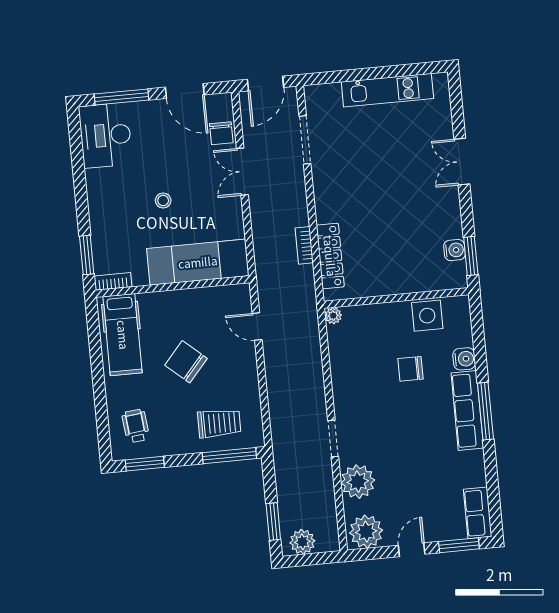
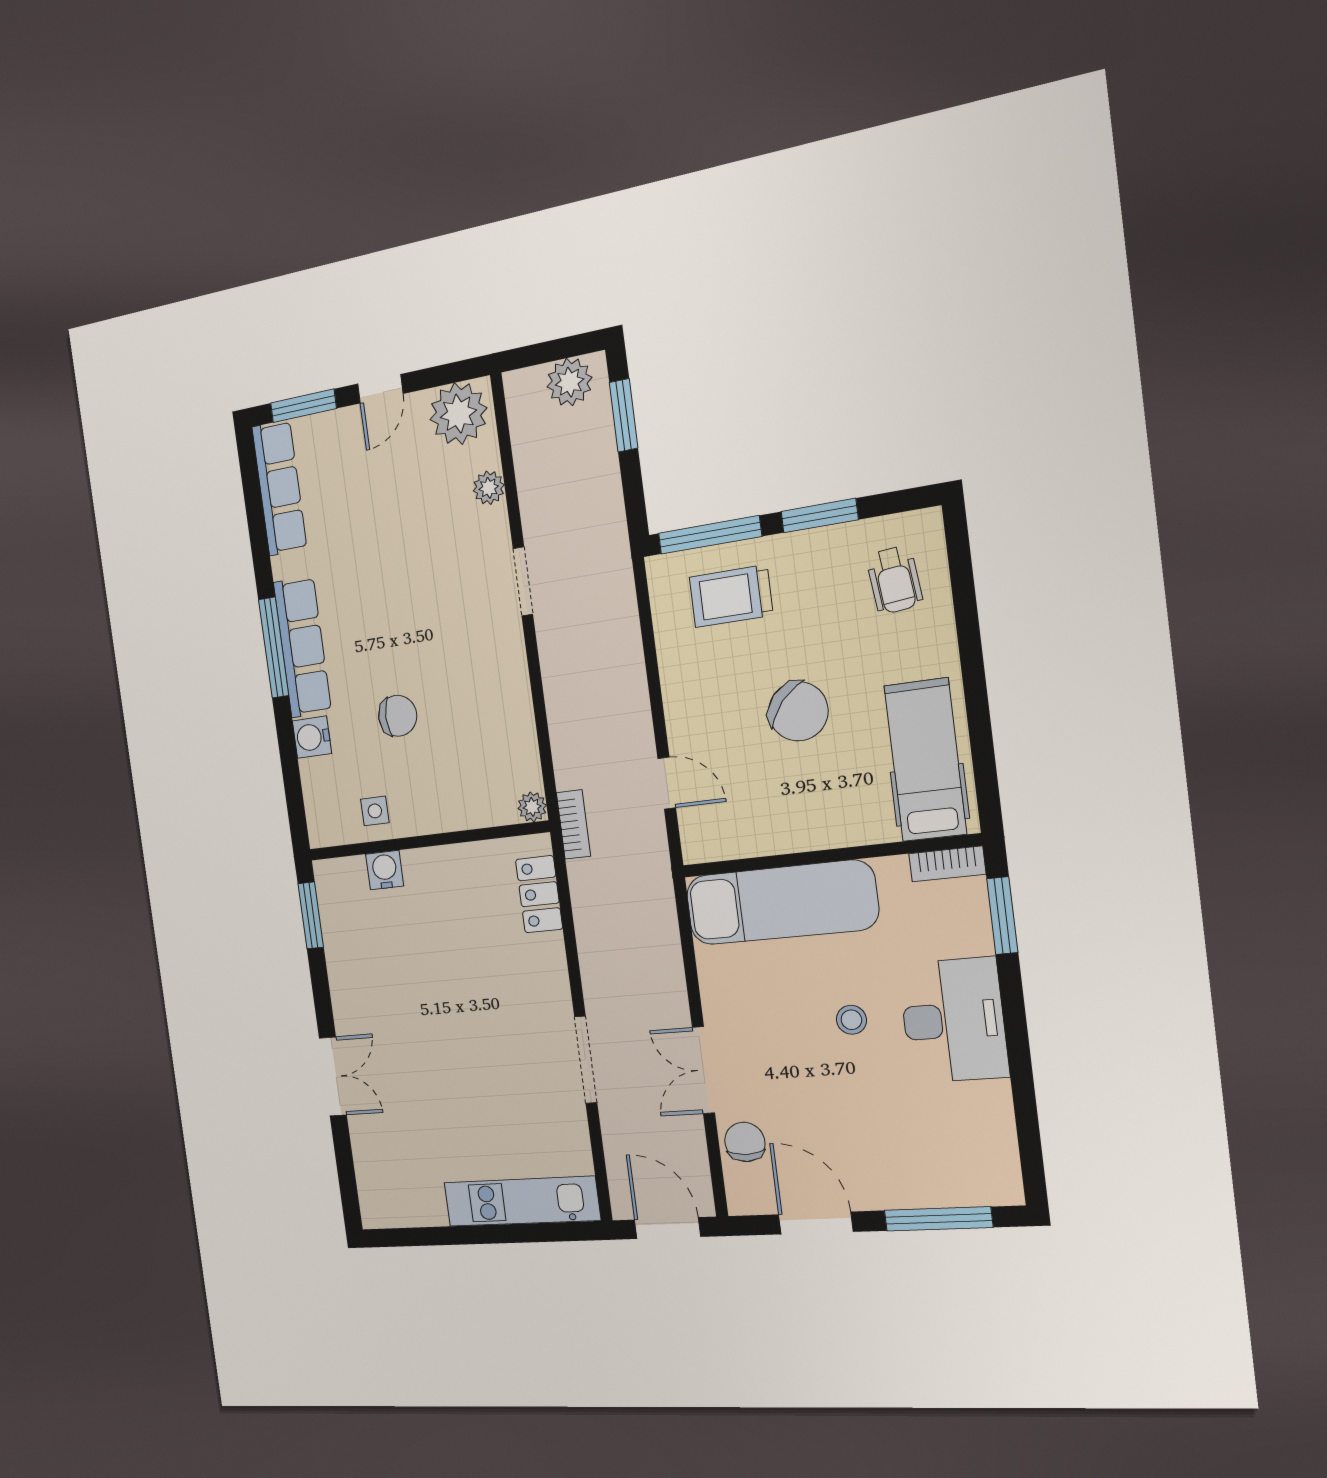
door: (265, 83) -> (668, 1228), hinge flipped
kitchen unit: (387, 90) -> (522, 1201), moved
desk: (105, 135) -> (953, 1020), moved
doorway: (305, 140) -> (586, 1060), moved
double door: (242, 172) -> (704, 1070), swing flipped
bookcase: (304, 245) -> (573, 824), moved
water cooler: (454, 250) -> (385, 870), moved, turned 90
locker: (330, 256) -> (539, 894), width x0.66
side table: (427, 316) -> (375, 811), width x0.54, depth x0.54
window: (145, 464) -> (820, 516), moved
plant: (358, 482) -> (489, 488), width x0.53, depth x0.53
row of seats: (478, 513) -> (279, 488), width x1.48

